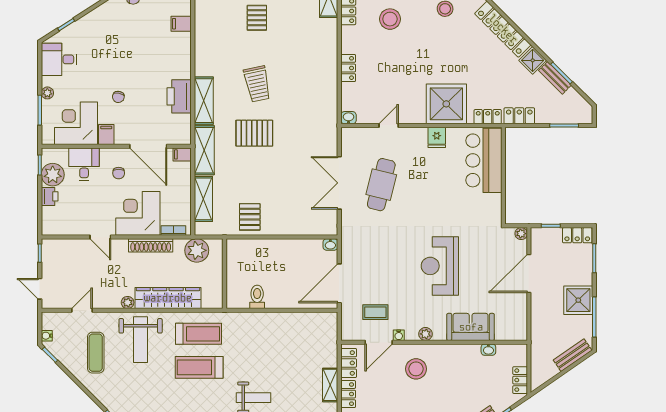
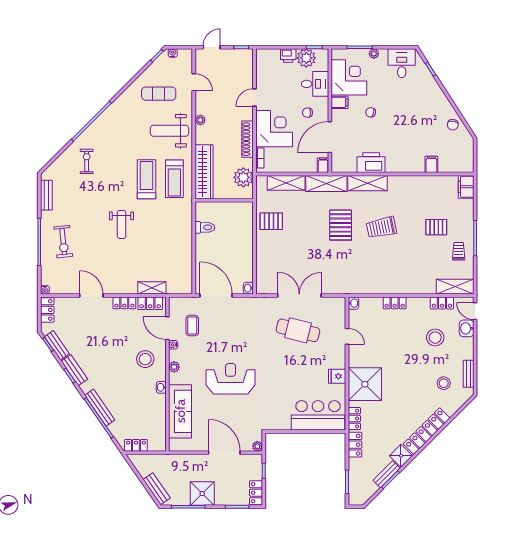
wardrobe: (168, 298) -> (204, 172), moved
sofa: (471, 327) -> (180, 411), width x1.36
washbasin: (488, 350) -> (161, 387), moved
shelving: (330, 385) -> (152, 288), moved

